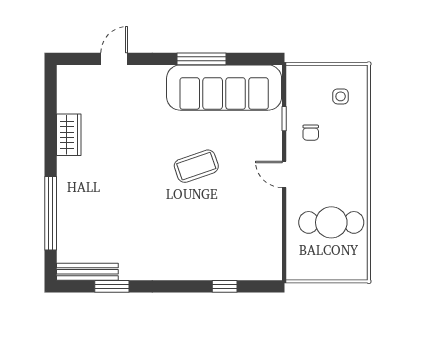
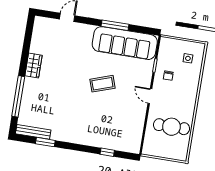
wardrobe: (69, 135) -> (34, 66), moved

